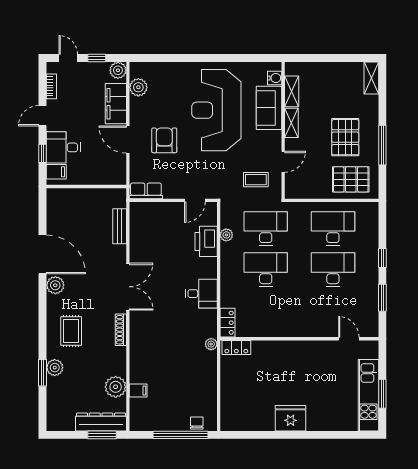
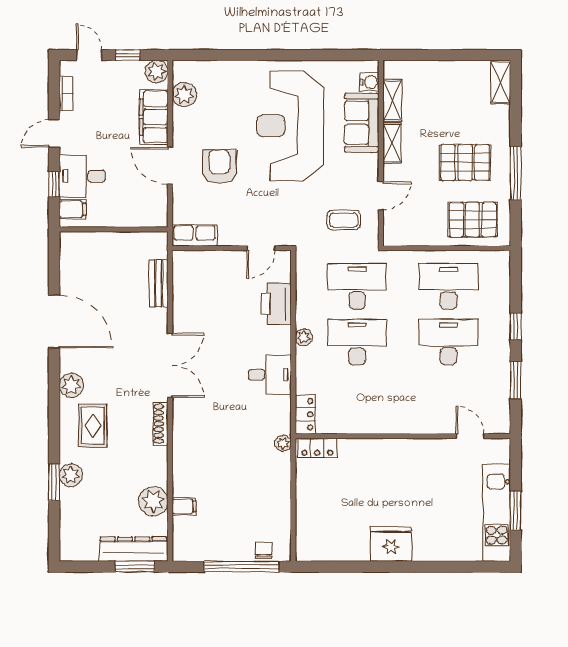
pallet: (345, 137) -> (465, 162), turned 90
plant: (226, 235) -> (304, 337), moved
plant: (55, 285) -> (71, 385), moved

